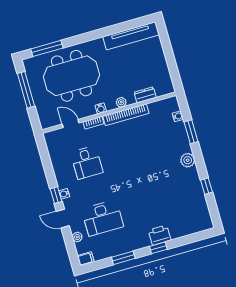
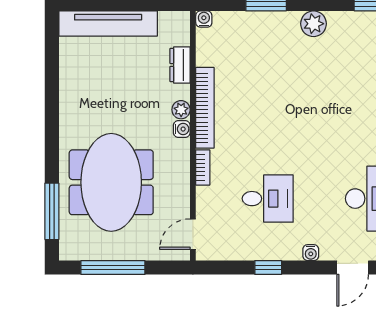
tv unit: (131, 36) -> (108, 24), moved, turned 90
water cooler: (101, 109) -> (182, 129), moved
water cooler: (178, 116) -> (204, 19), moved
door: (71, 124) -> (193, 234), moved
window: (56, 195) -> (268, 267), moved

